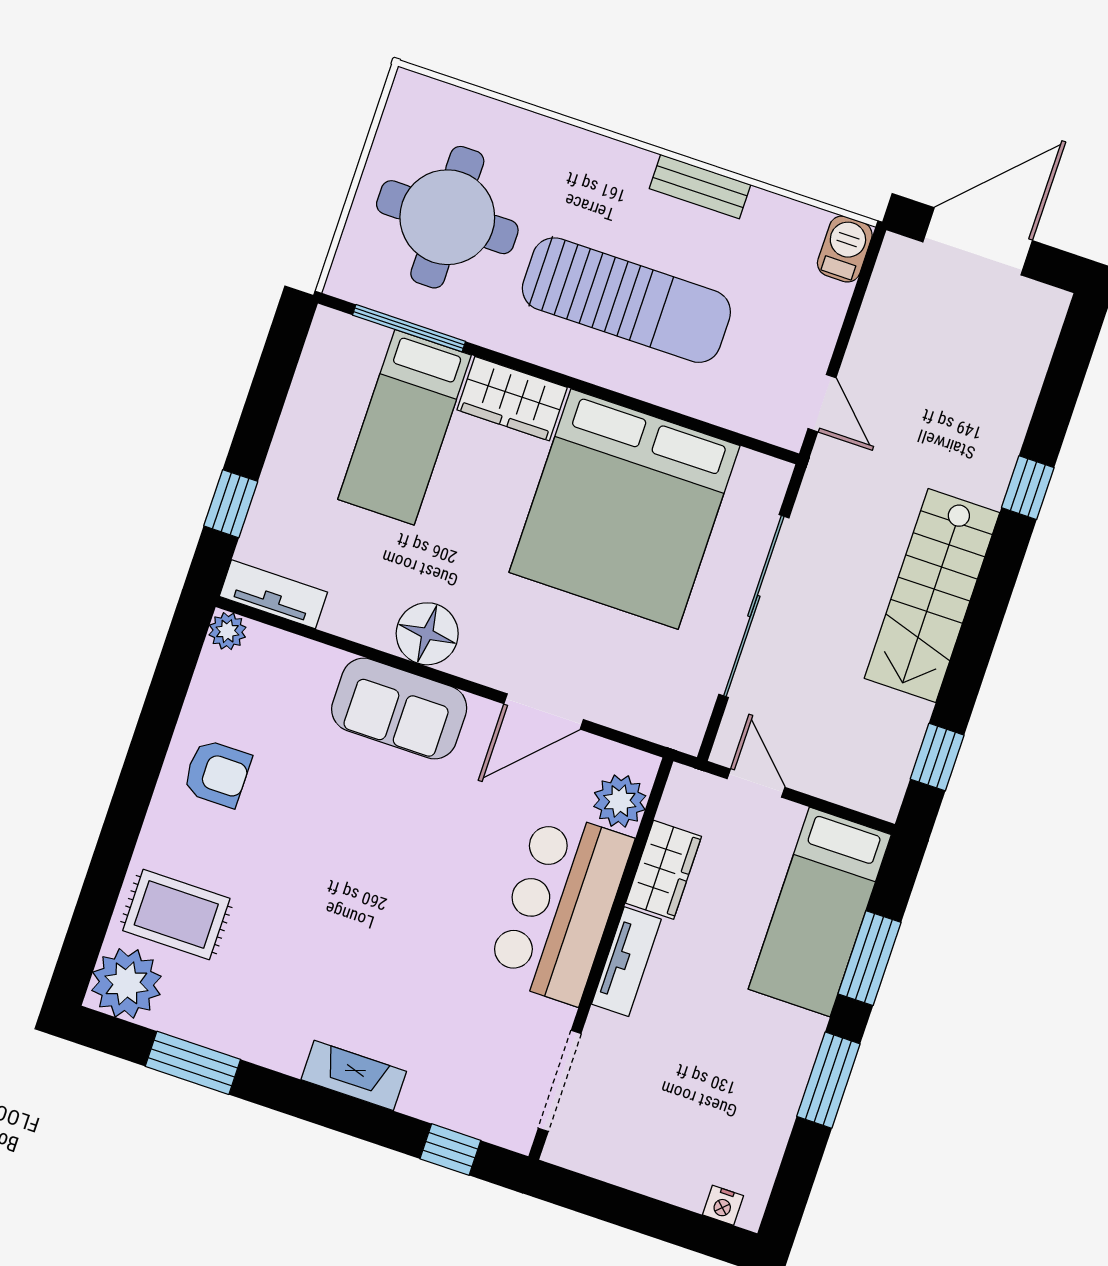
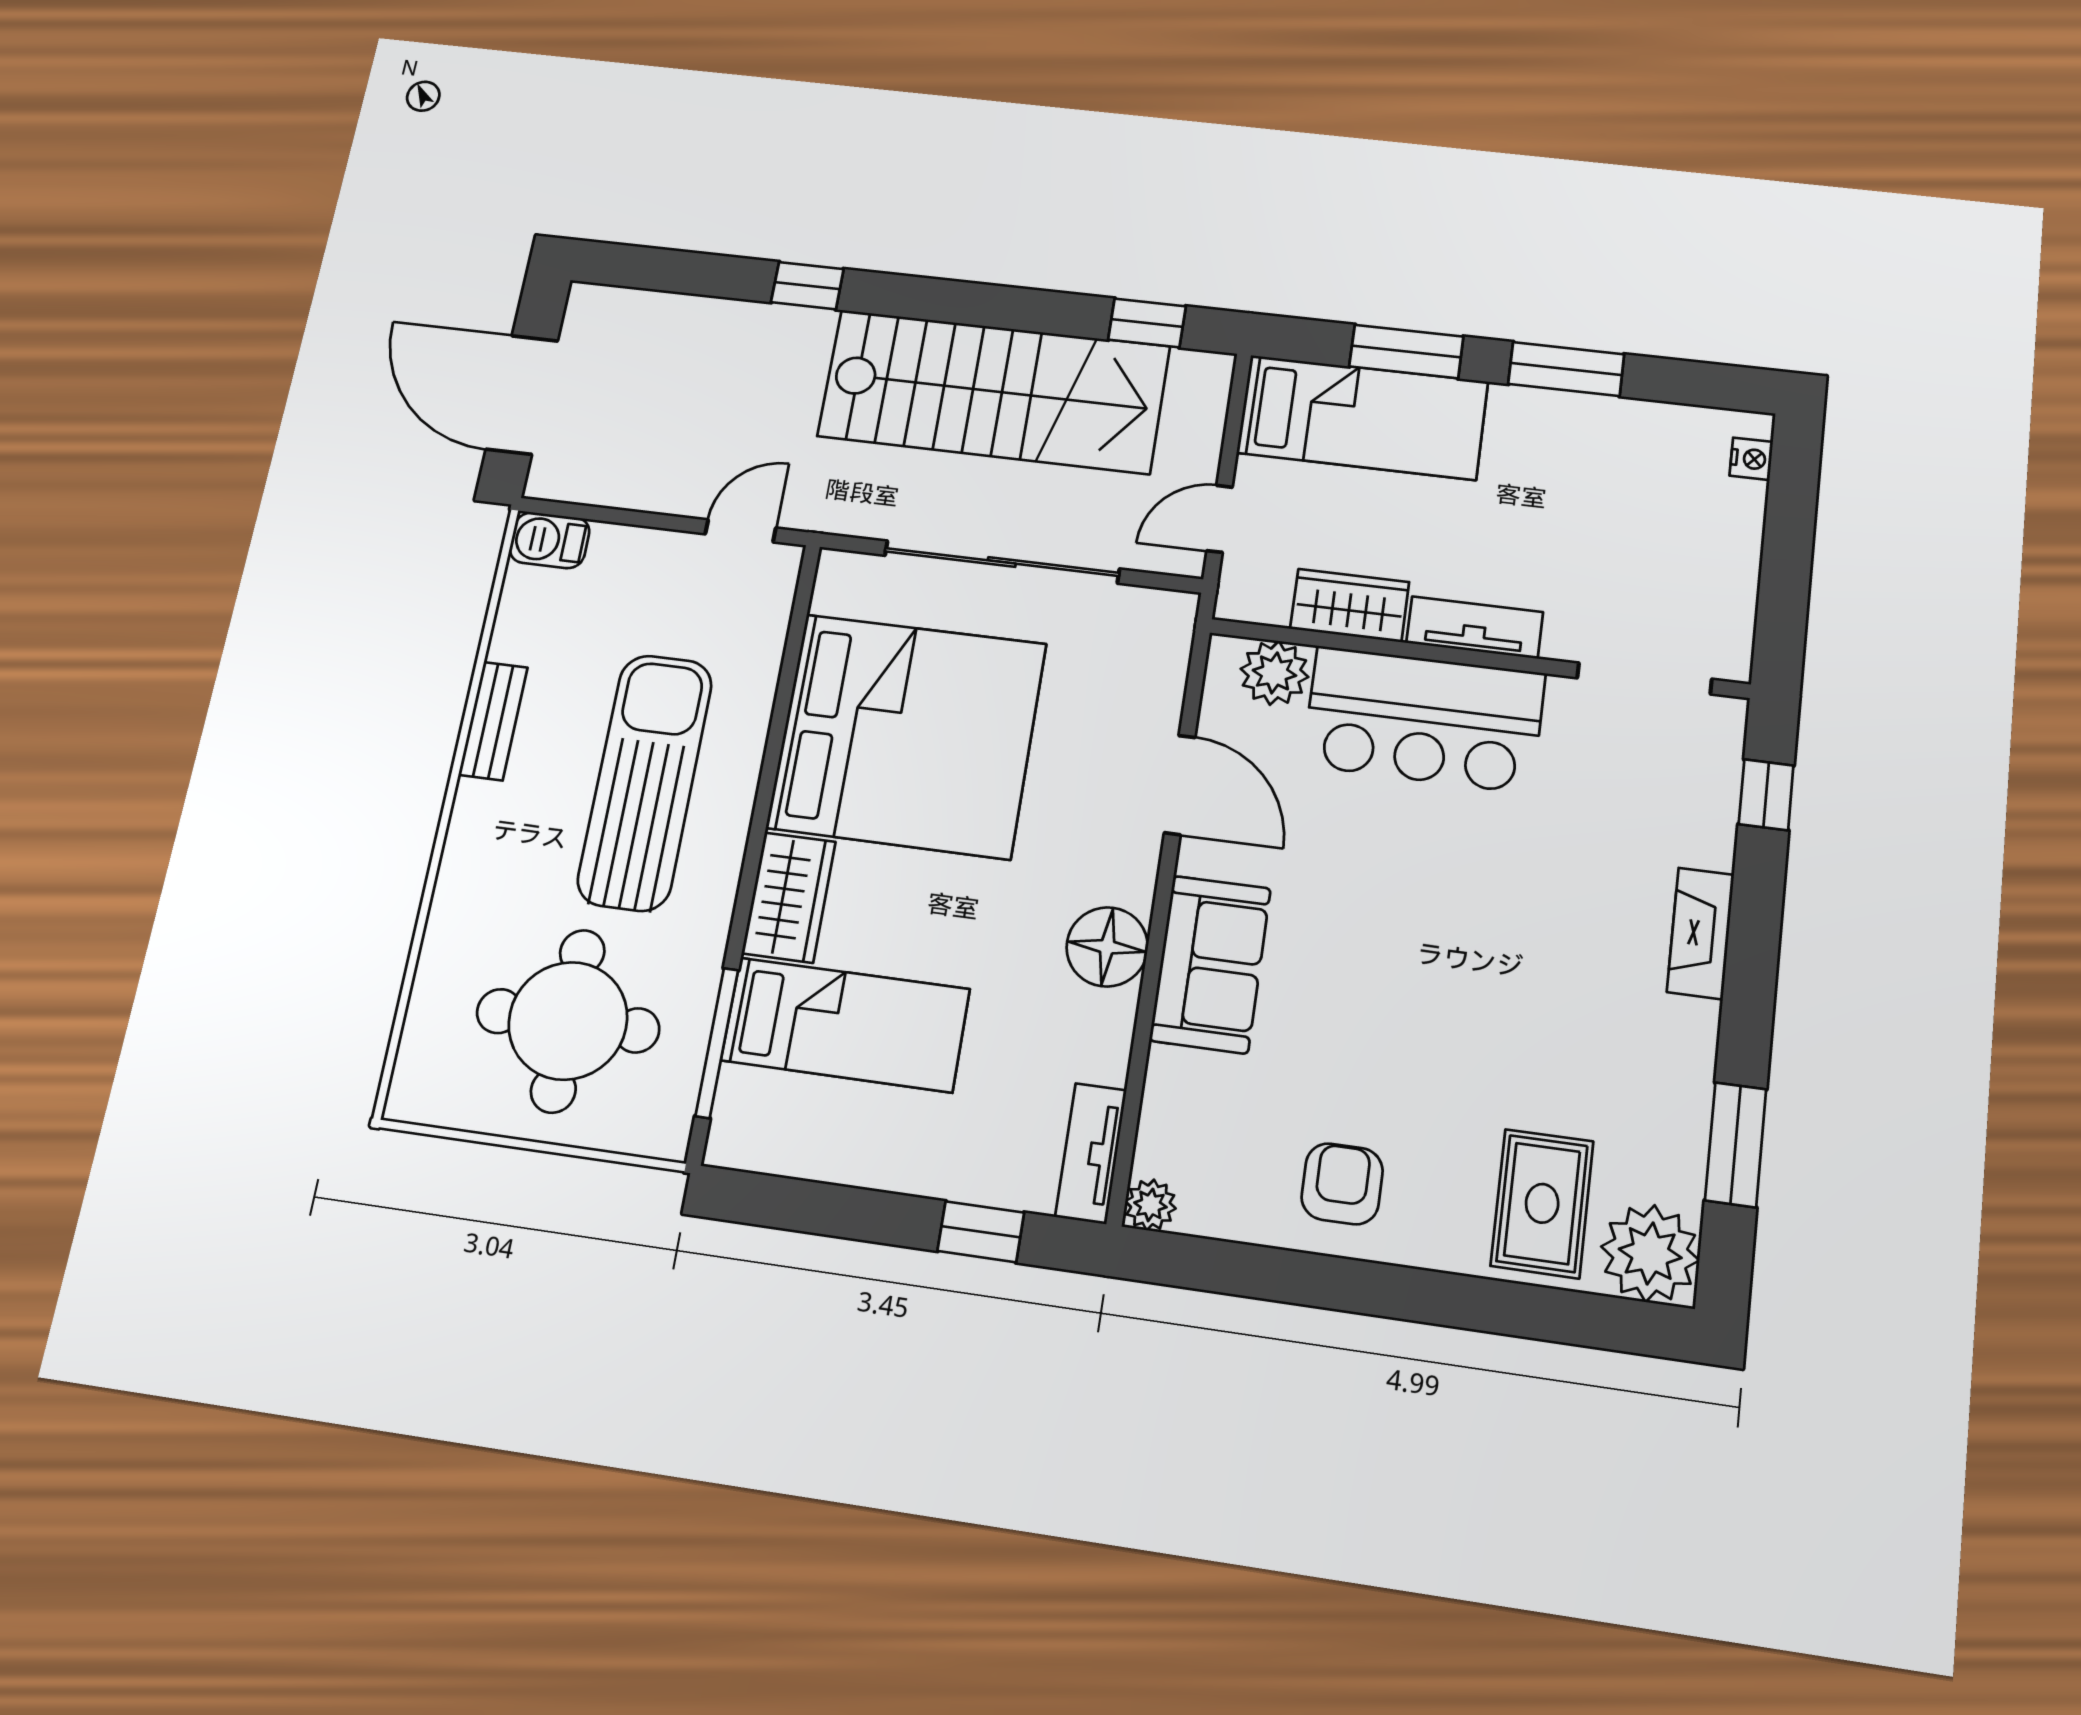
stairs: (932, 595) -> (994, 391), width x1.36, depth x1.51

